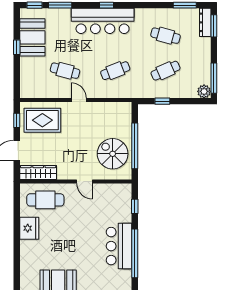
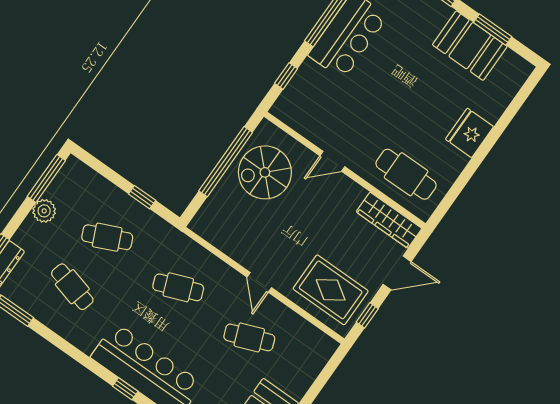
cafe table: (65, 71) -> (249, 337), turned -36
plant: (204, 91) -> (44, 211), moved
spiral stairs: (113, 154) -> (265, 172), turned 90
door: (85, 182) -> (332, 161), swing flipped
fridge: (29, 228) -> (470, 133), moved

